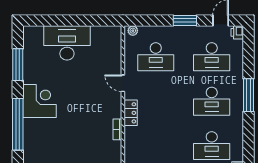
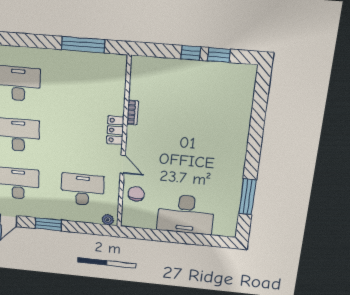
chair: (110, 58) -> (136, 194), added
corner desk: (39, 101) -> (226, 154), removed
window: (18, 124) -> (256, 129), removed

